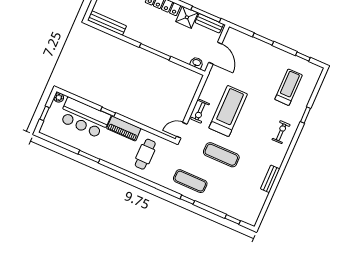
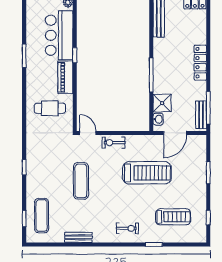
shower: (187, 17) -> (162, 103), moved
treadmill: (228, 111) -> (147, 173), moved
exercise mat: (190, 181) -> (42, 216), moved

